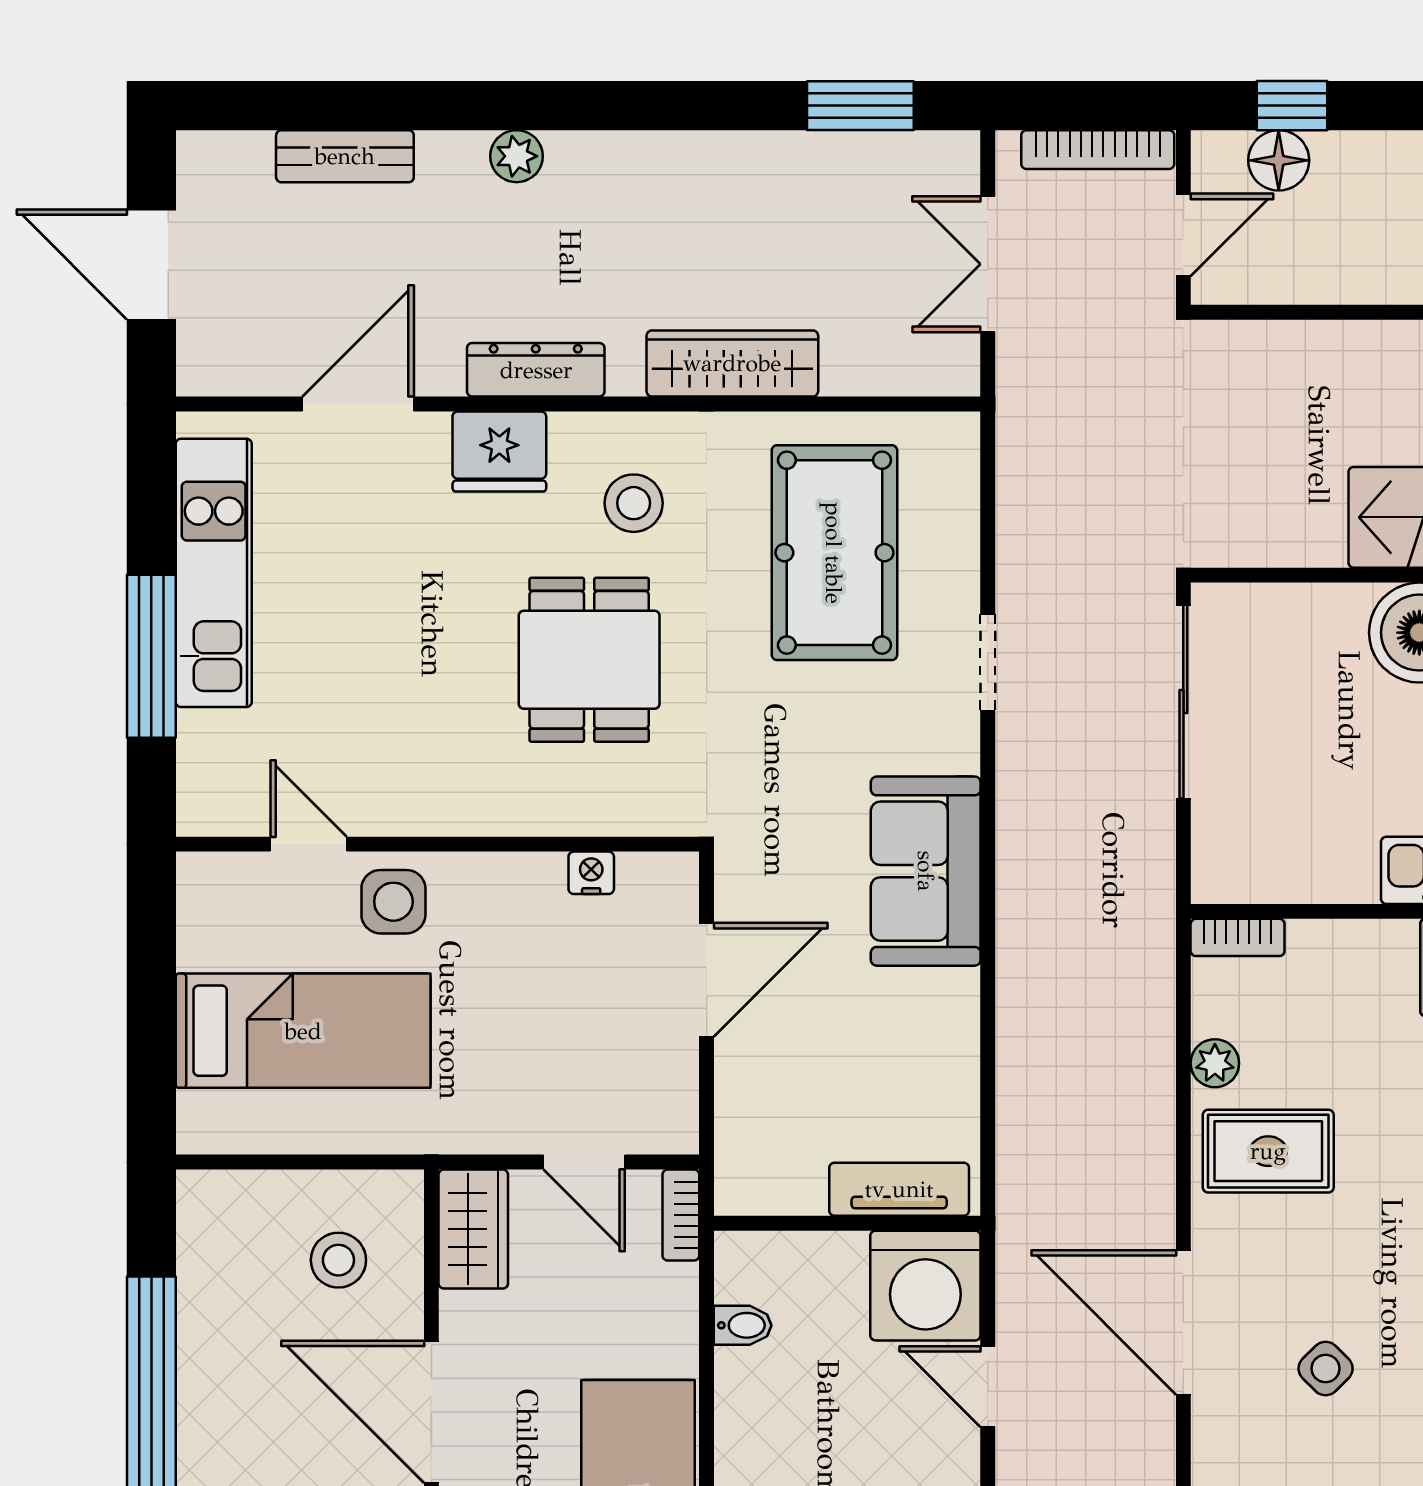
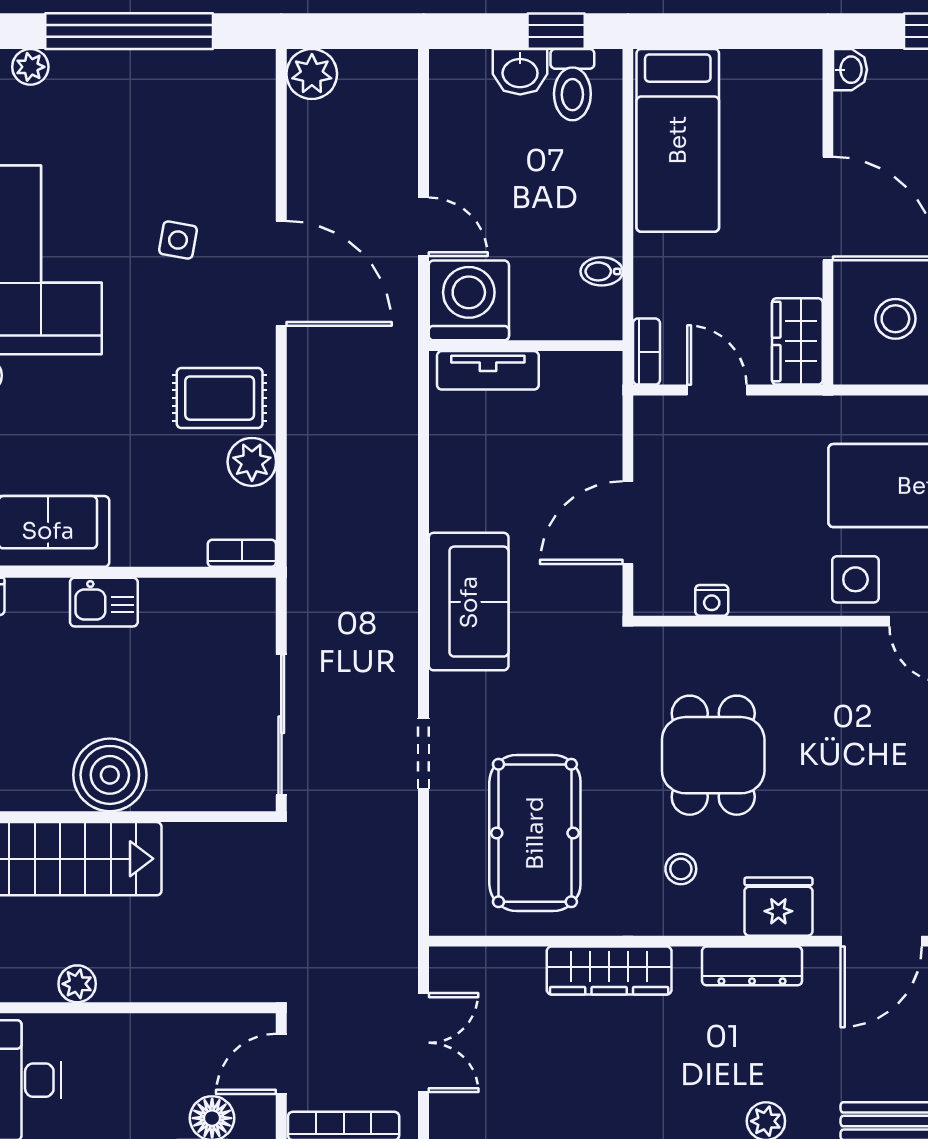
stool: (634, 503) -> (681, 869), width x0.73, depth x0.73
plant: (1215, 1063) -> (252, 462), width x1.38, depth x1.38
side table: (1326, 1369) -> (178, 240), turned -35

